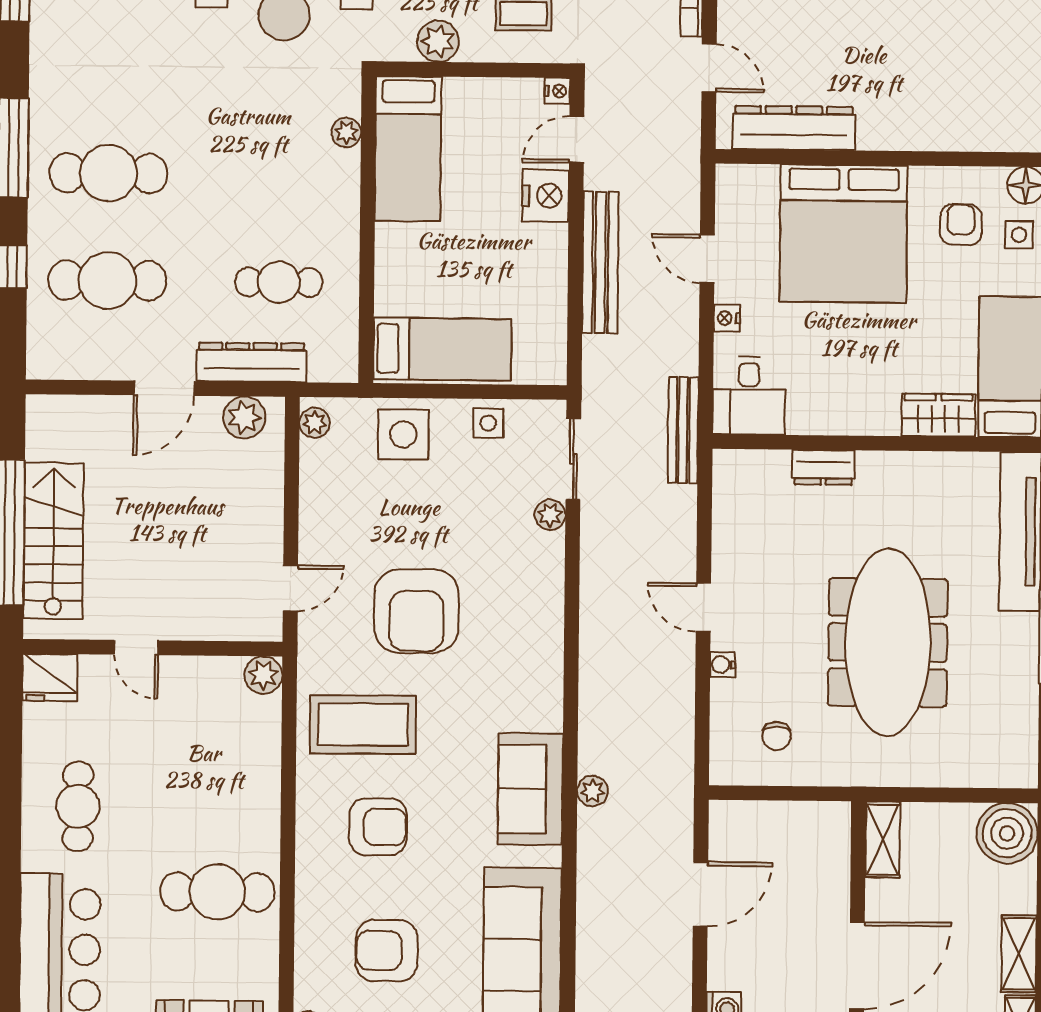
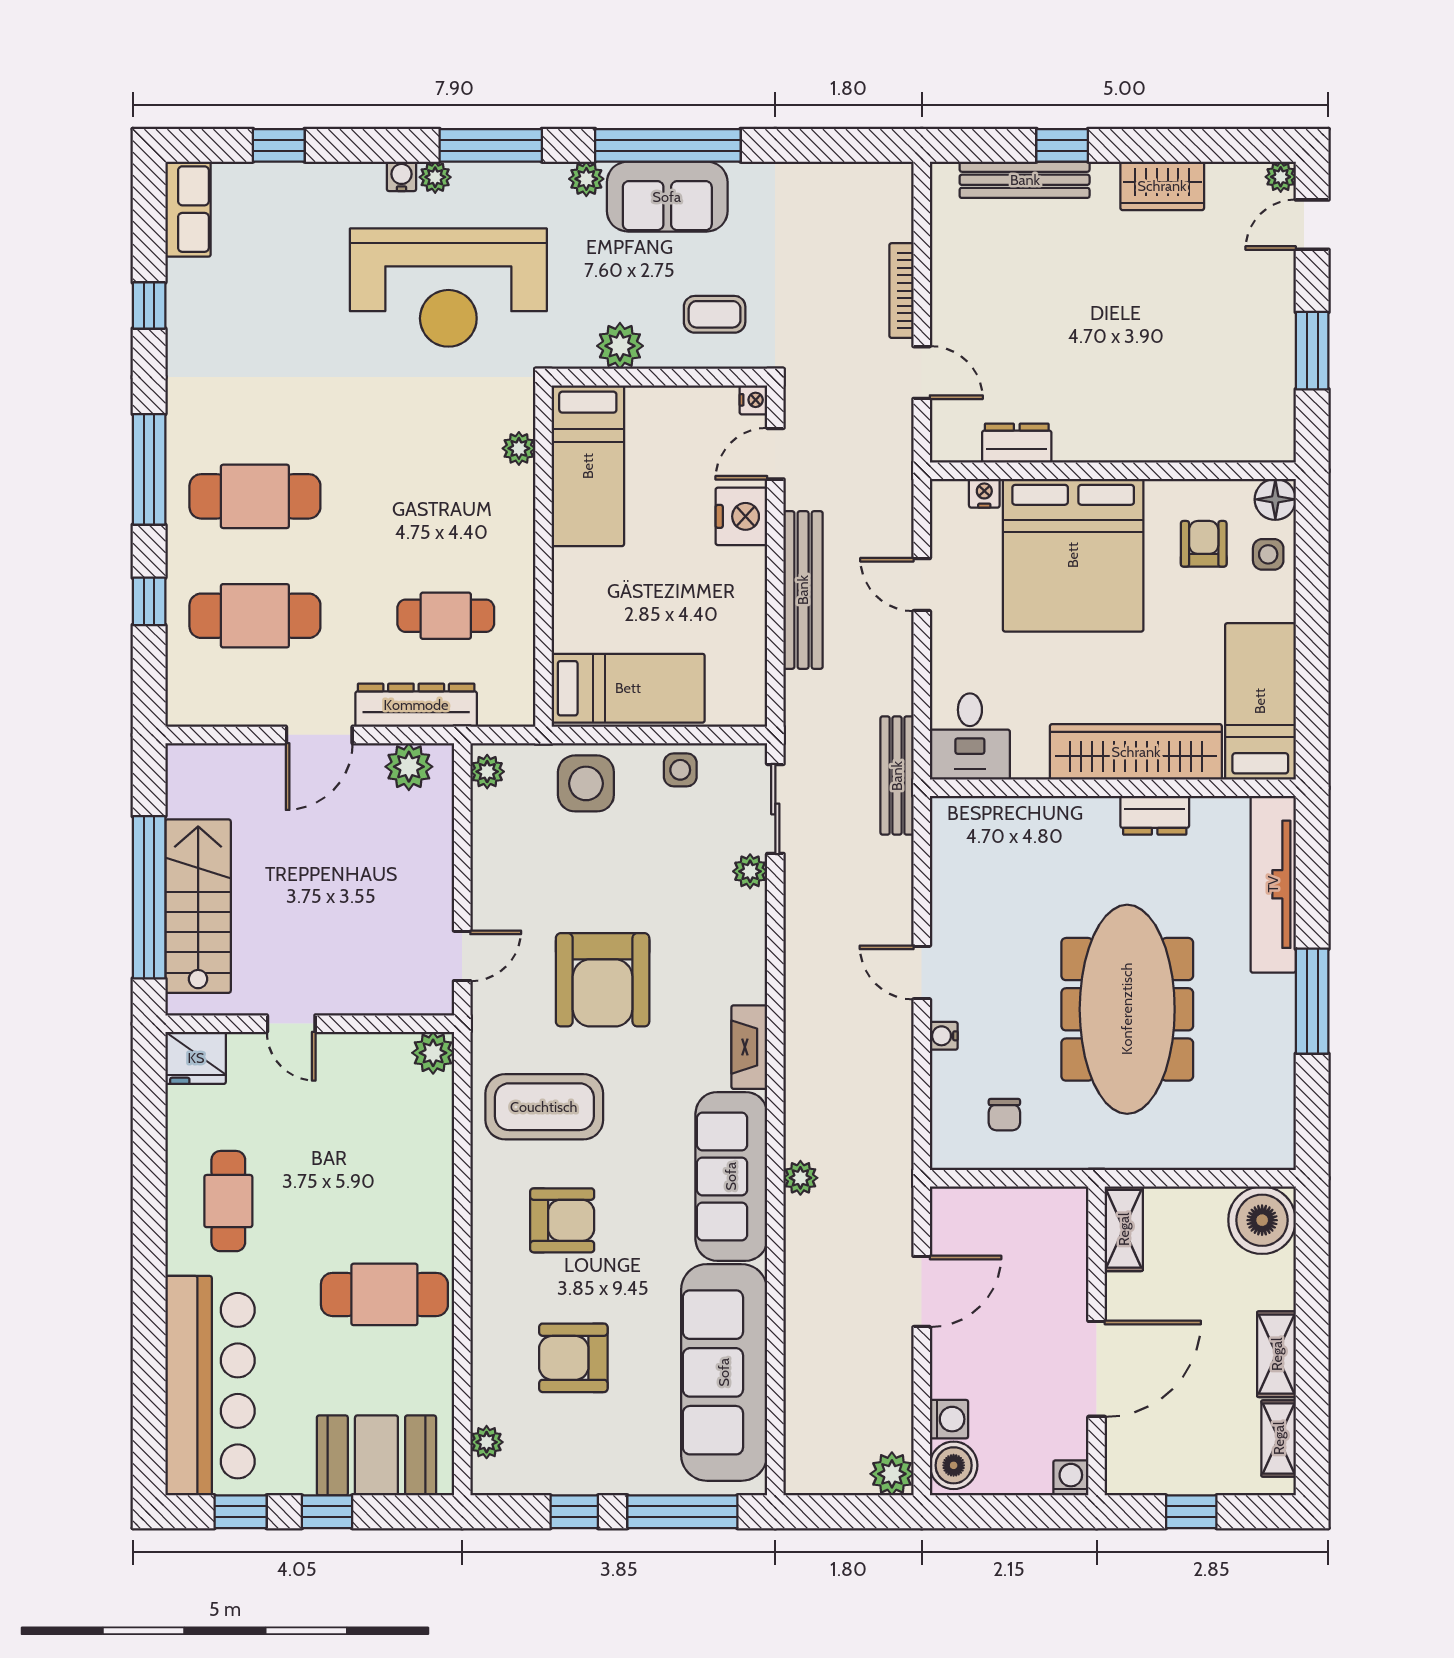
dresser: (794, 128) -> (1017, 443), width x0.51, depth x0.80
nightstand: (727, 318) -> (984, 493), moved, turned 90
wardrobe: (938, 415) -> (1136, 752), width x2.10, depth x1.17
dresser: (823, 467) -> (1155, 815), moved
fireplace: (548, 673) -> (749, 1047), added
sofa: (530, 789) -> (731, 1176), width x1.36

